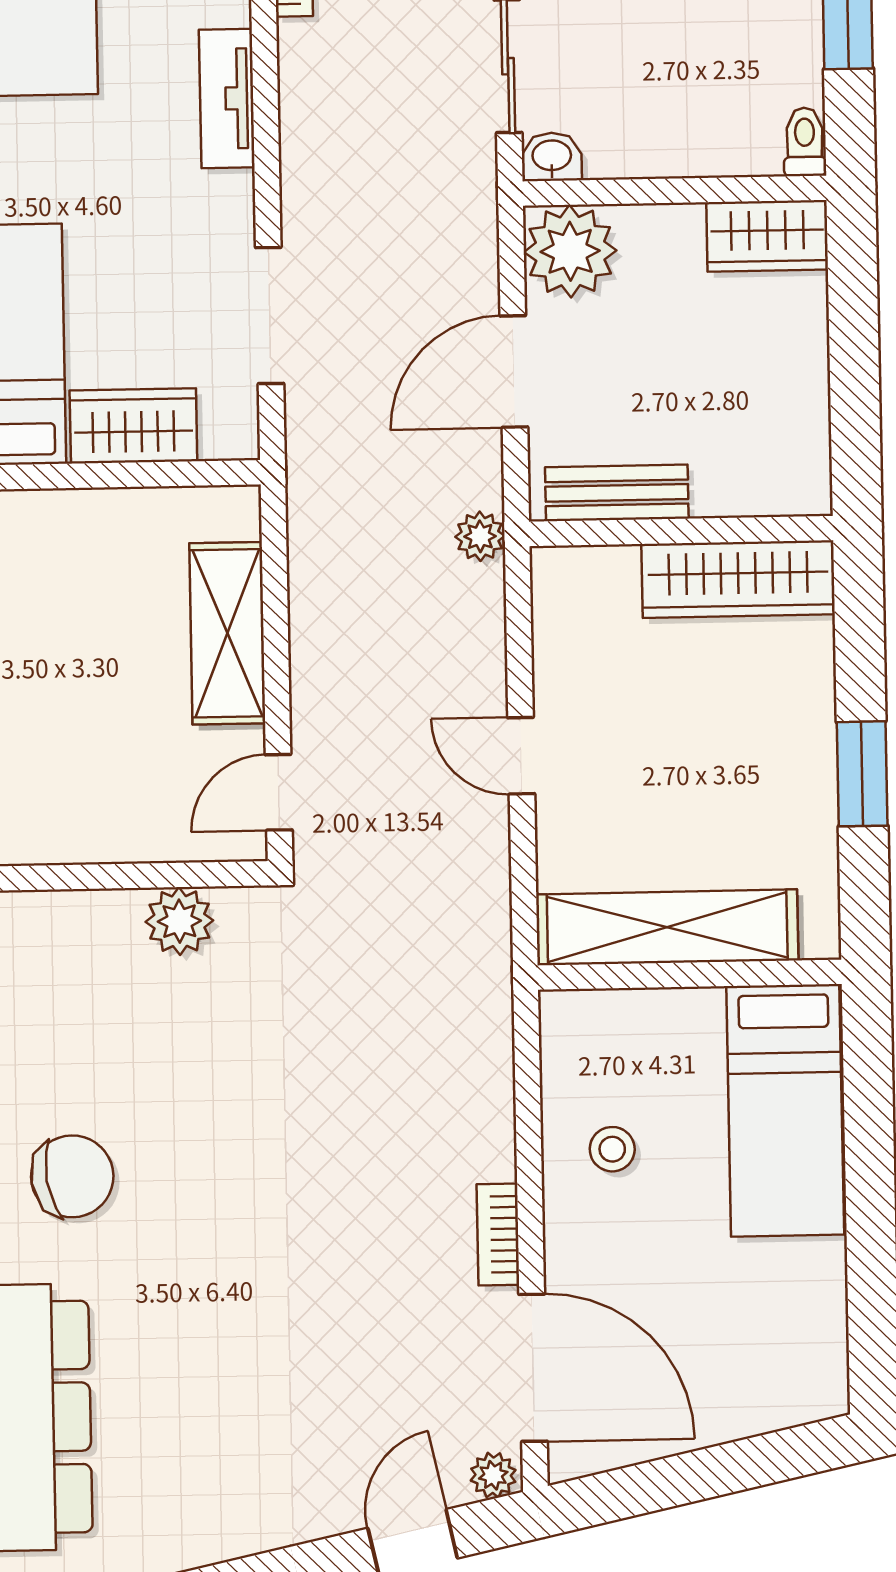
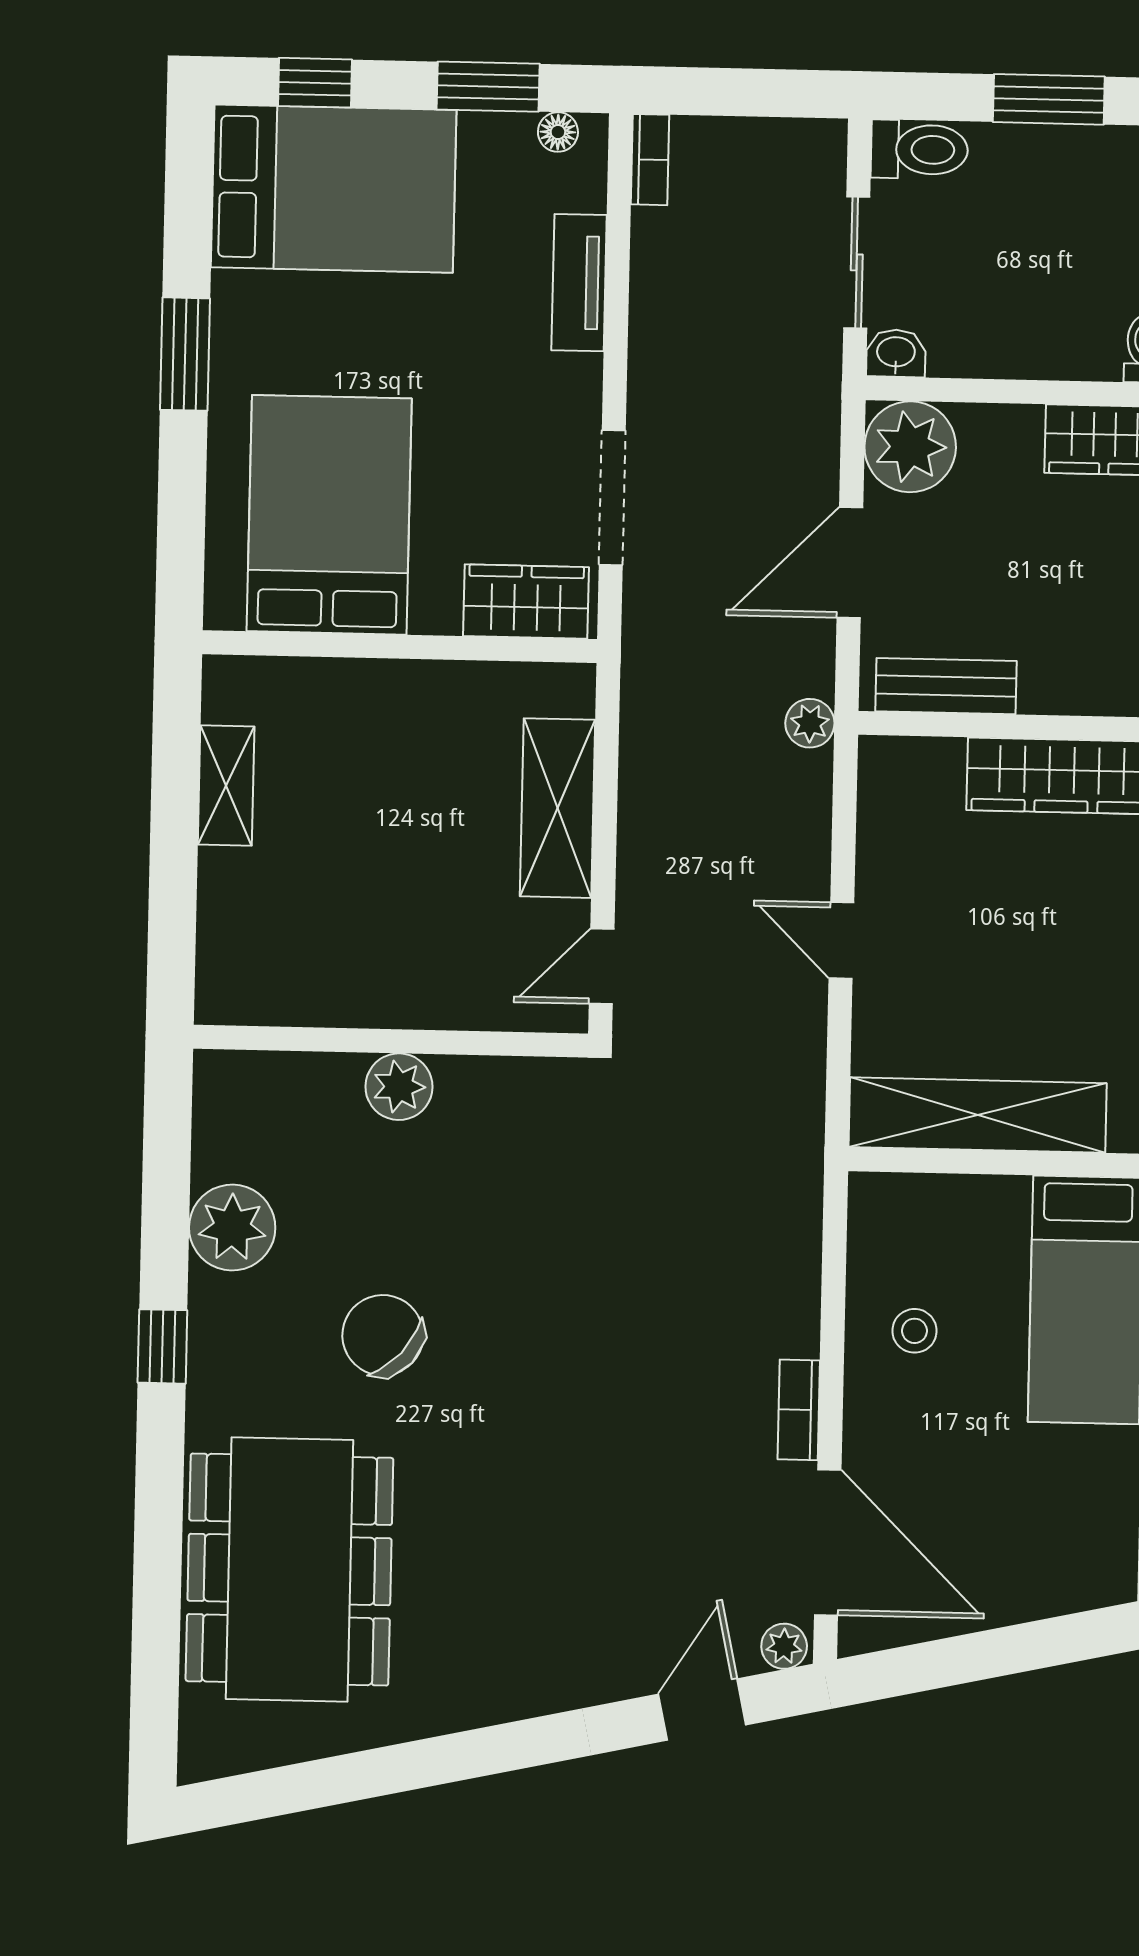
wardrobe: (133, 426) -> (526, 602), moved
plant: (179, 921) -> (399, 1087), moved
chair: (72, 1176) -> (383, 1335), turned -129

